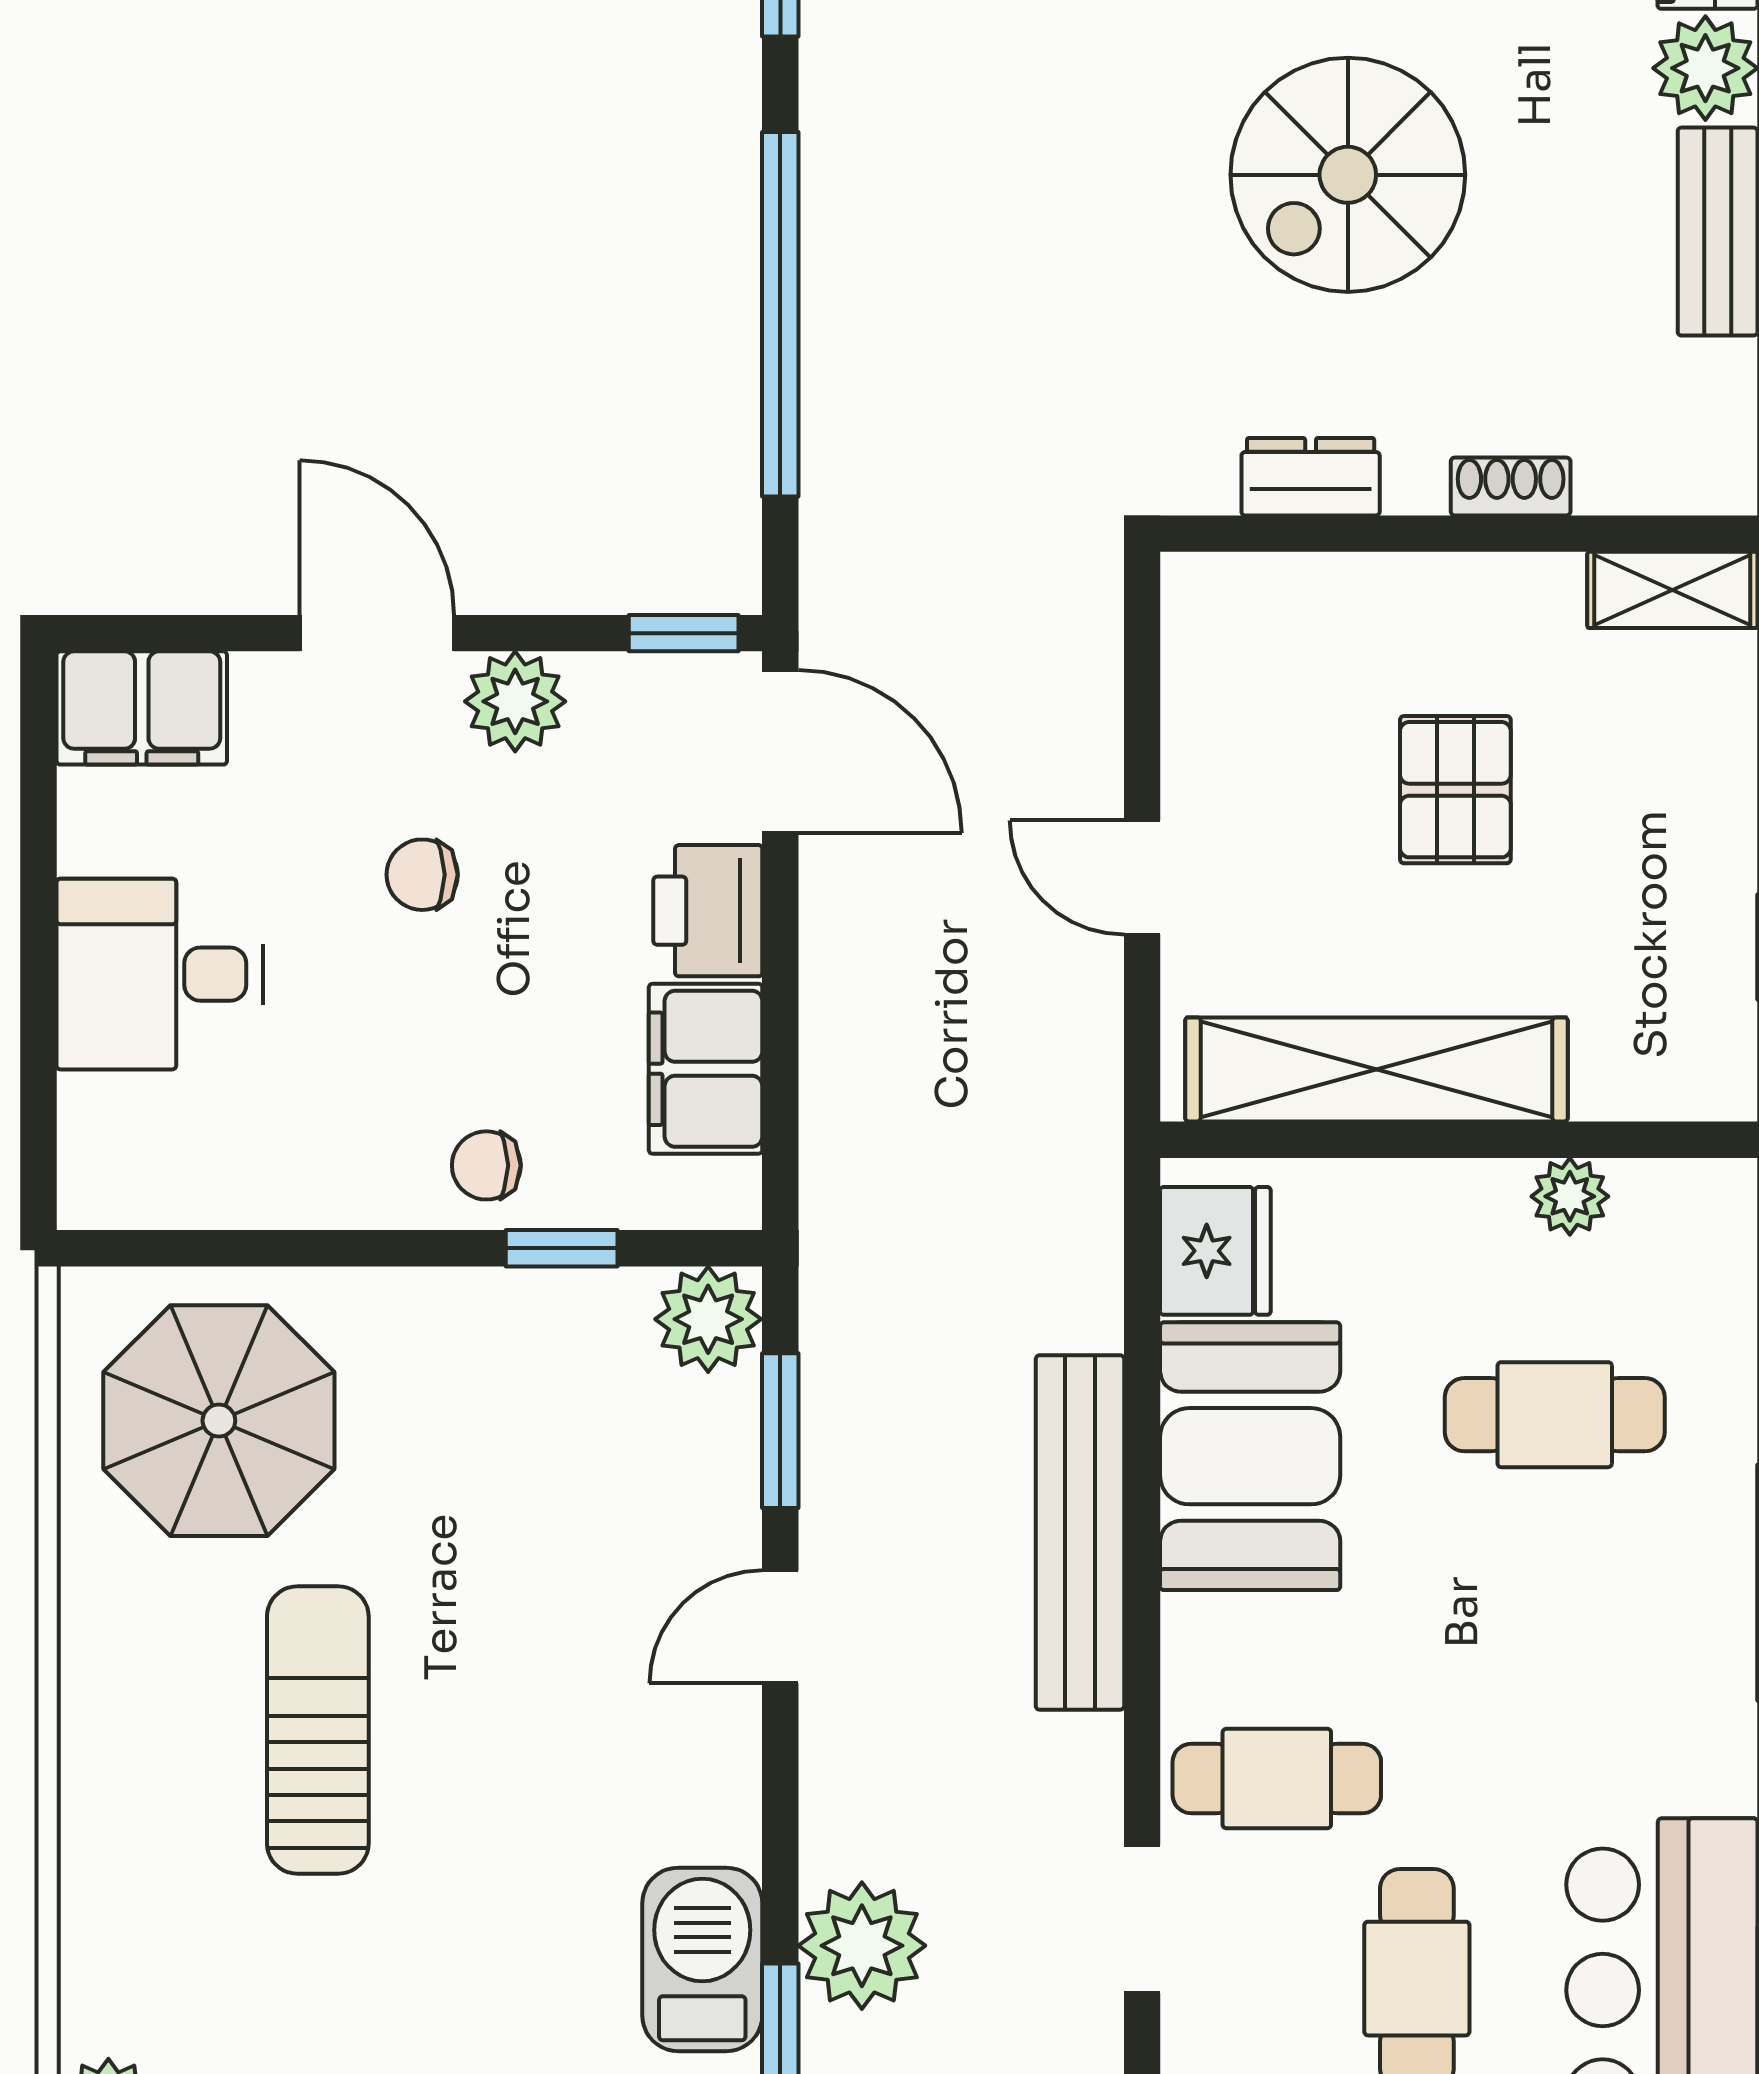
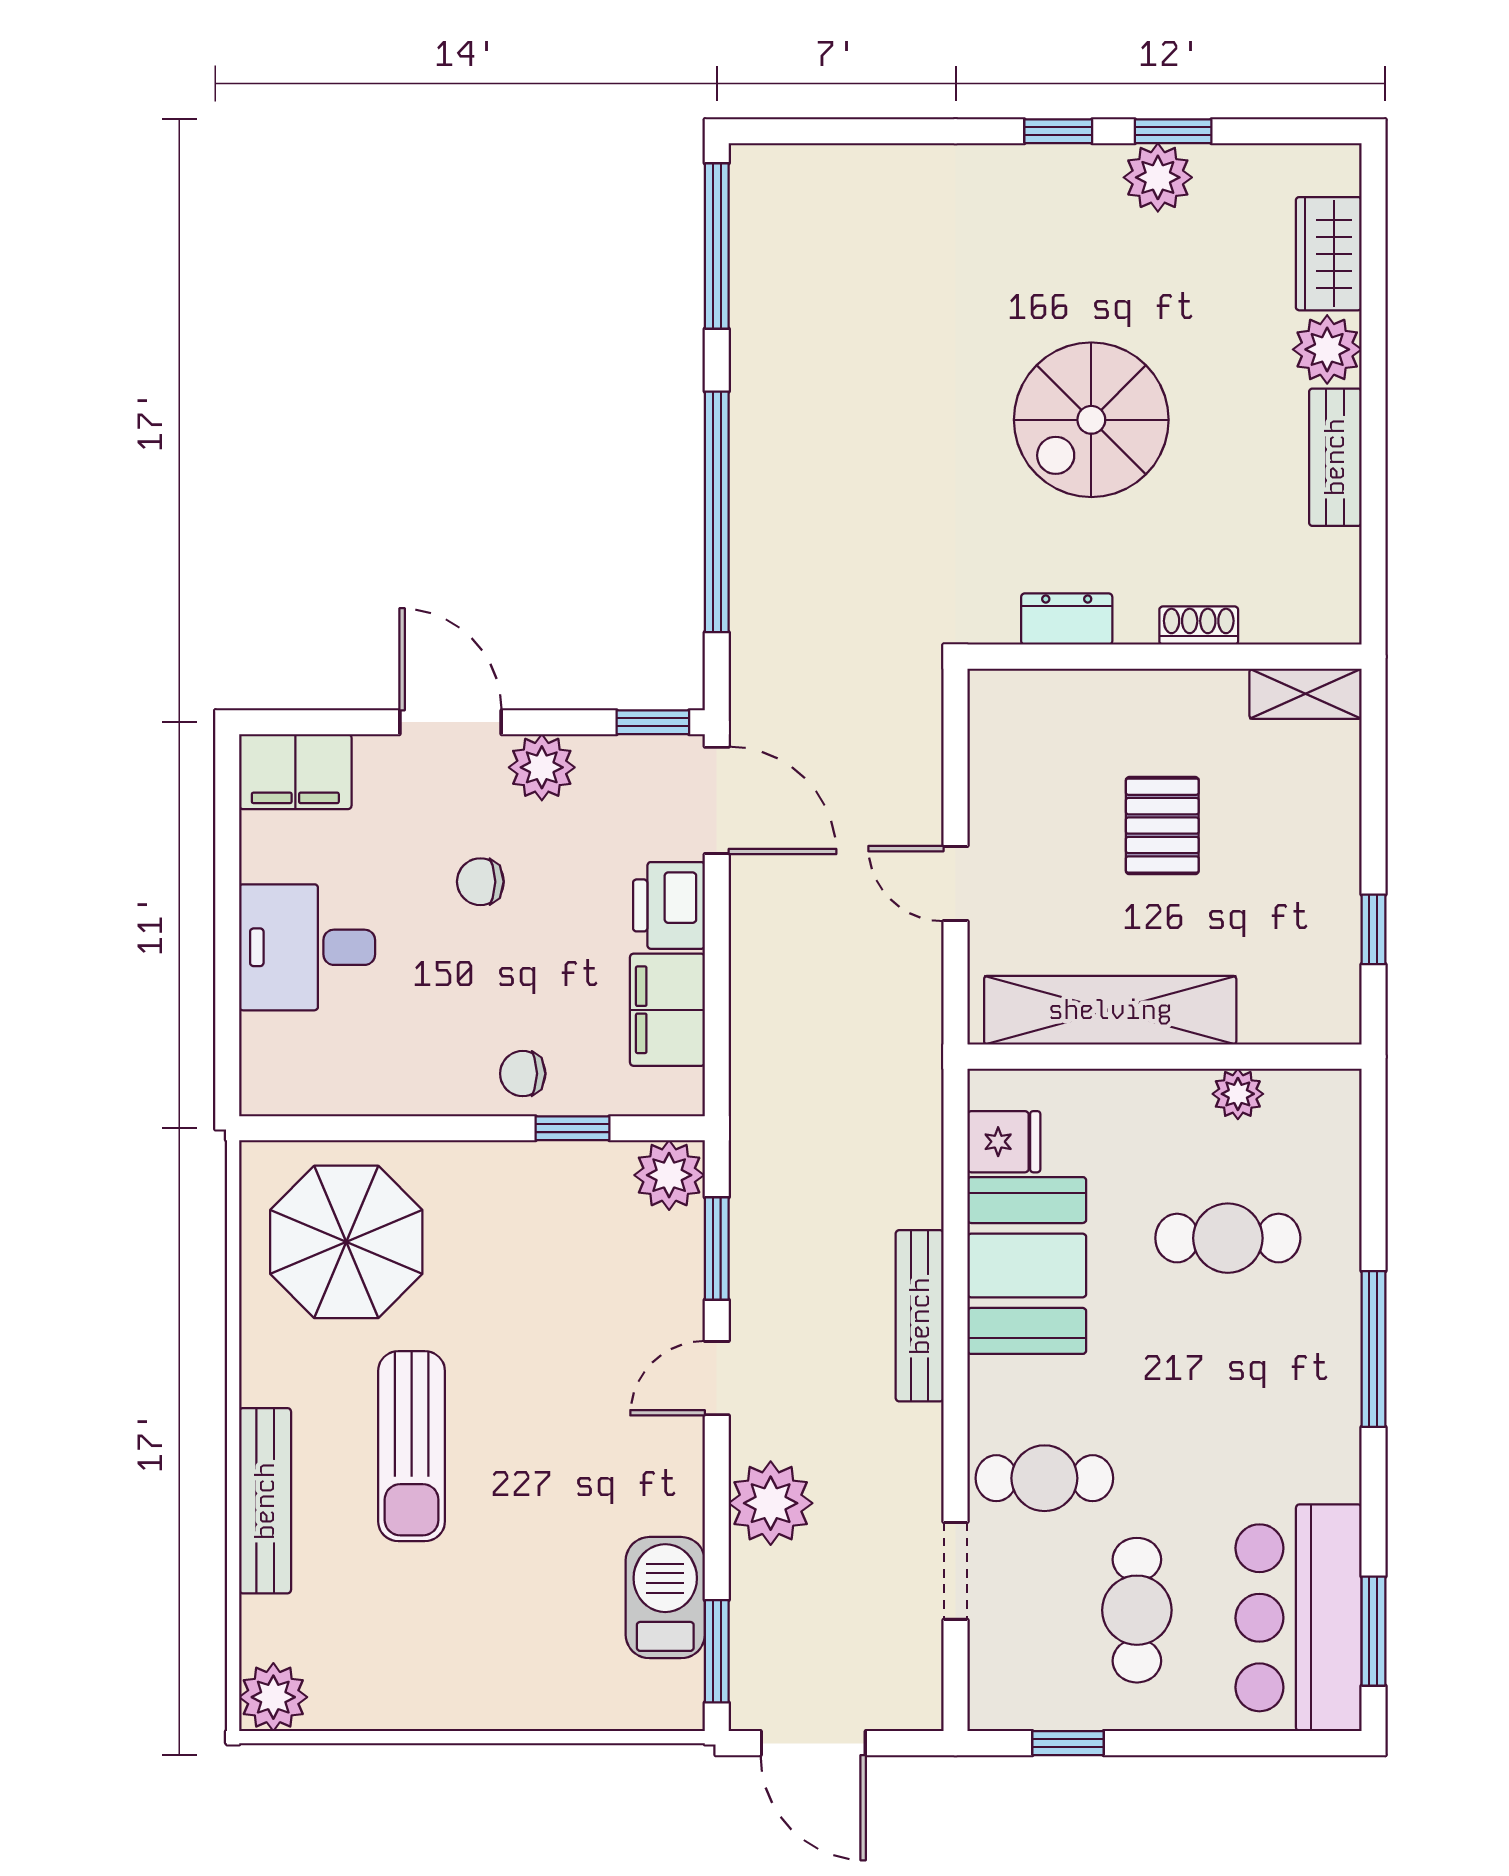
fridge: (1215, 1251) -> (1004, 1142), width x0.72
bench: (1080, 1532) -> (920, 1316), width x0.73, depth x0.82
sun lounger: (318, 1730) -> (412, 1446), turned 180
bench: (96, 1813) -> (265, 1501), added
plant: (862, 1946) -> (771, 1503), moved

